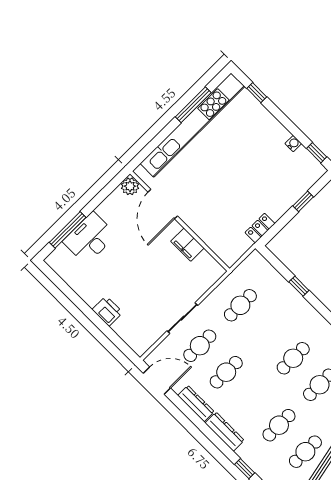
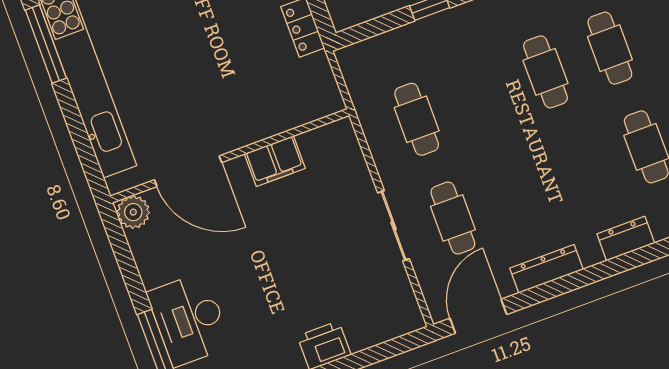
cafe table: (226, 372) -> (517, 194), removed
dresser: (225, 432) -> (626, 239), width x0.70

